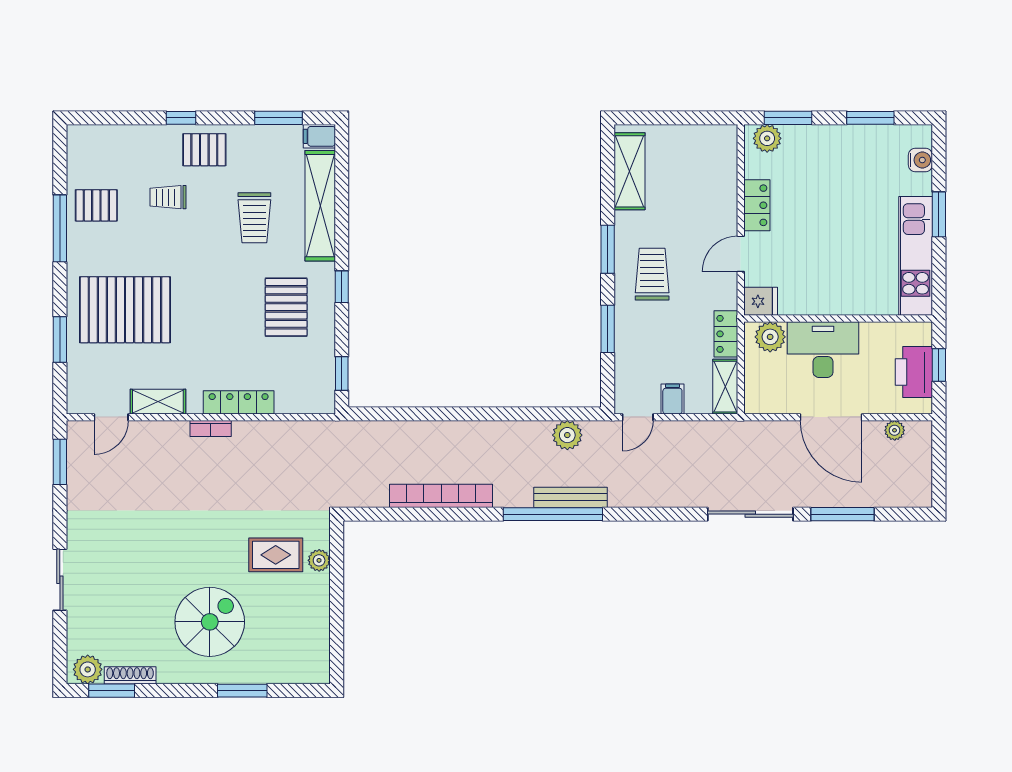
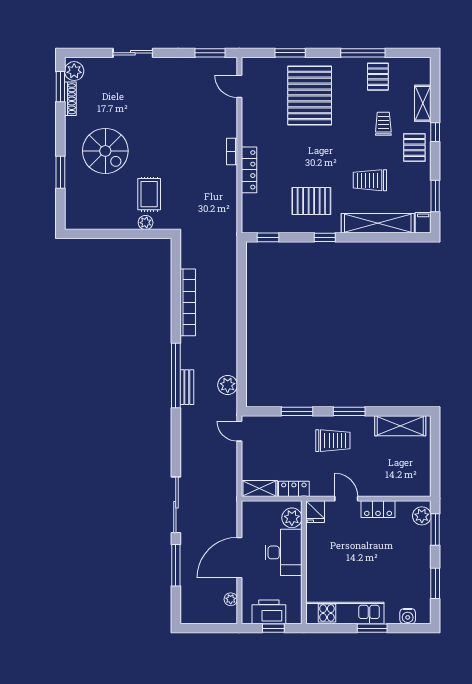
filing cabinet: (672, 399) -> (251, 454), removed
shelving: (158, 402) -> (423, 103), moved
bench: (571, 497) -> (187, 387), width x0.73

